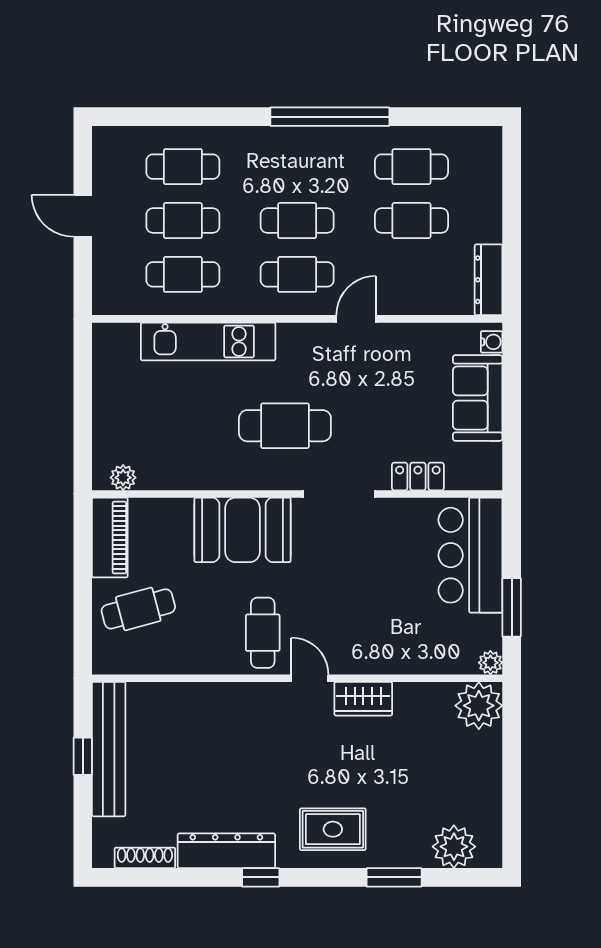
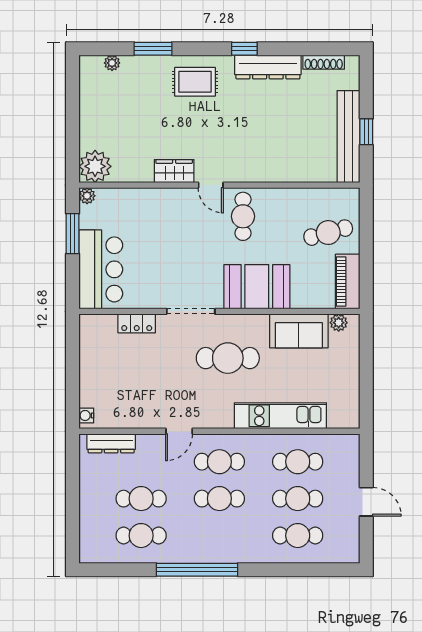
dresser: (489, 280) -> (111, 443), moved, turned 90
sofa: (478, 398) -> (299, 331), moved, turned 90
plant: (454, 847) -> (112, 63), width x0.53, depth x0.53

